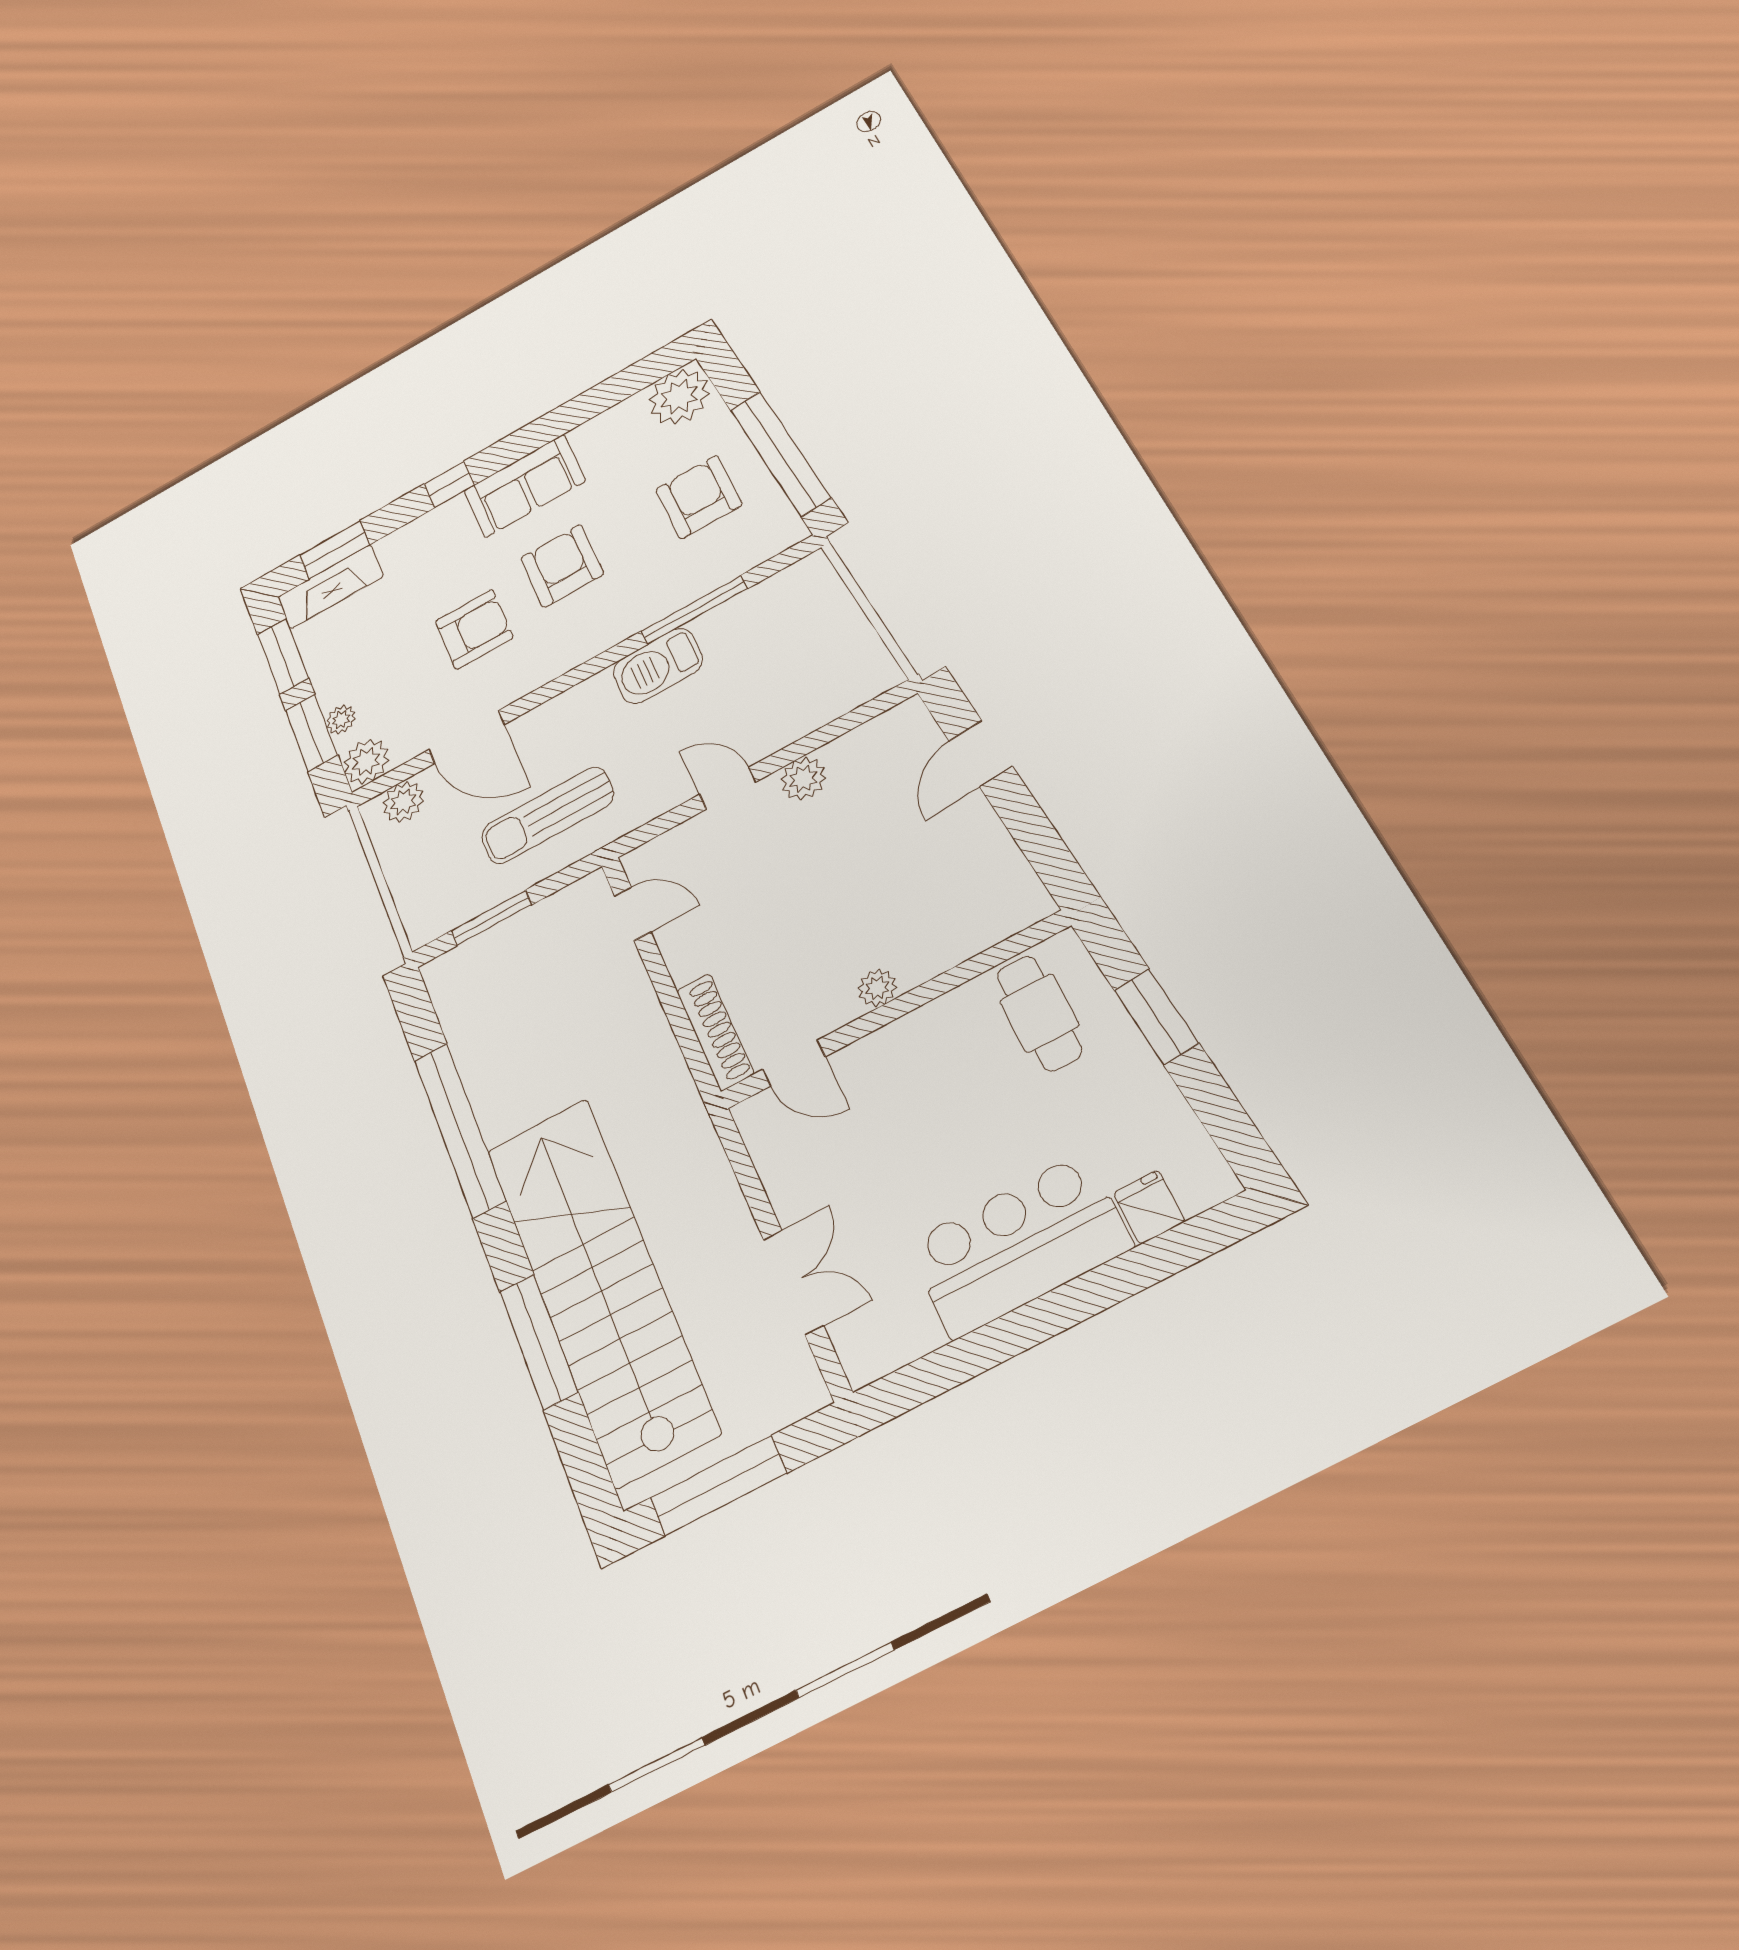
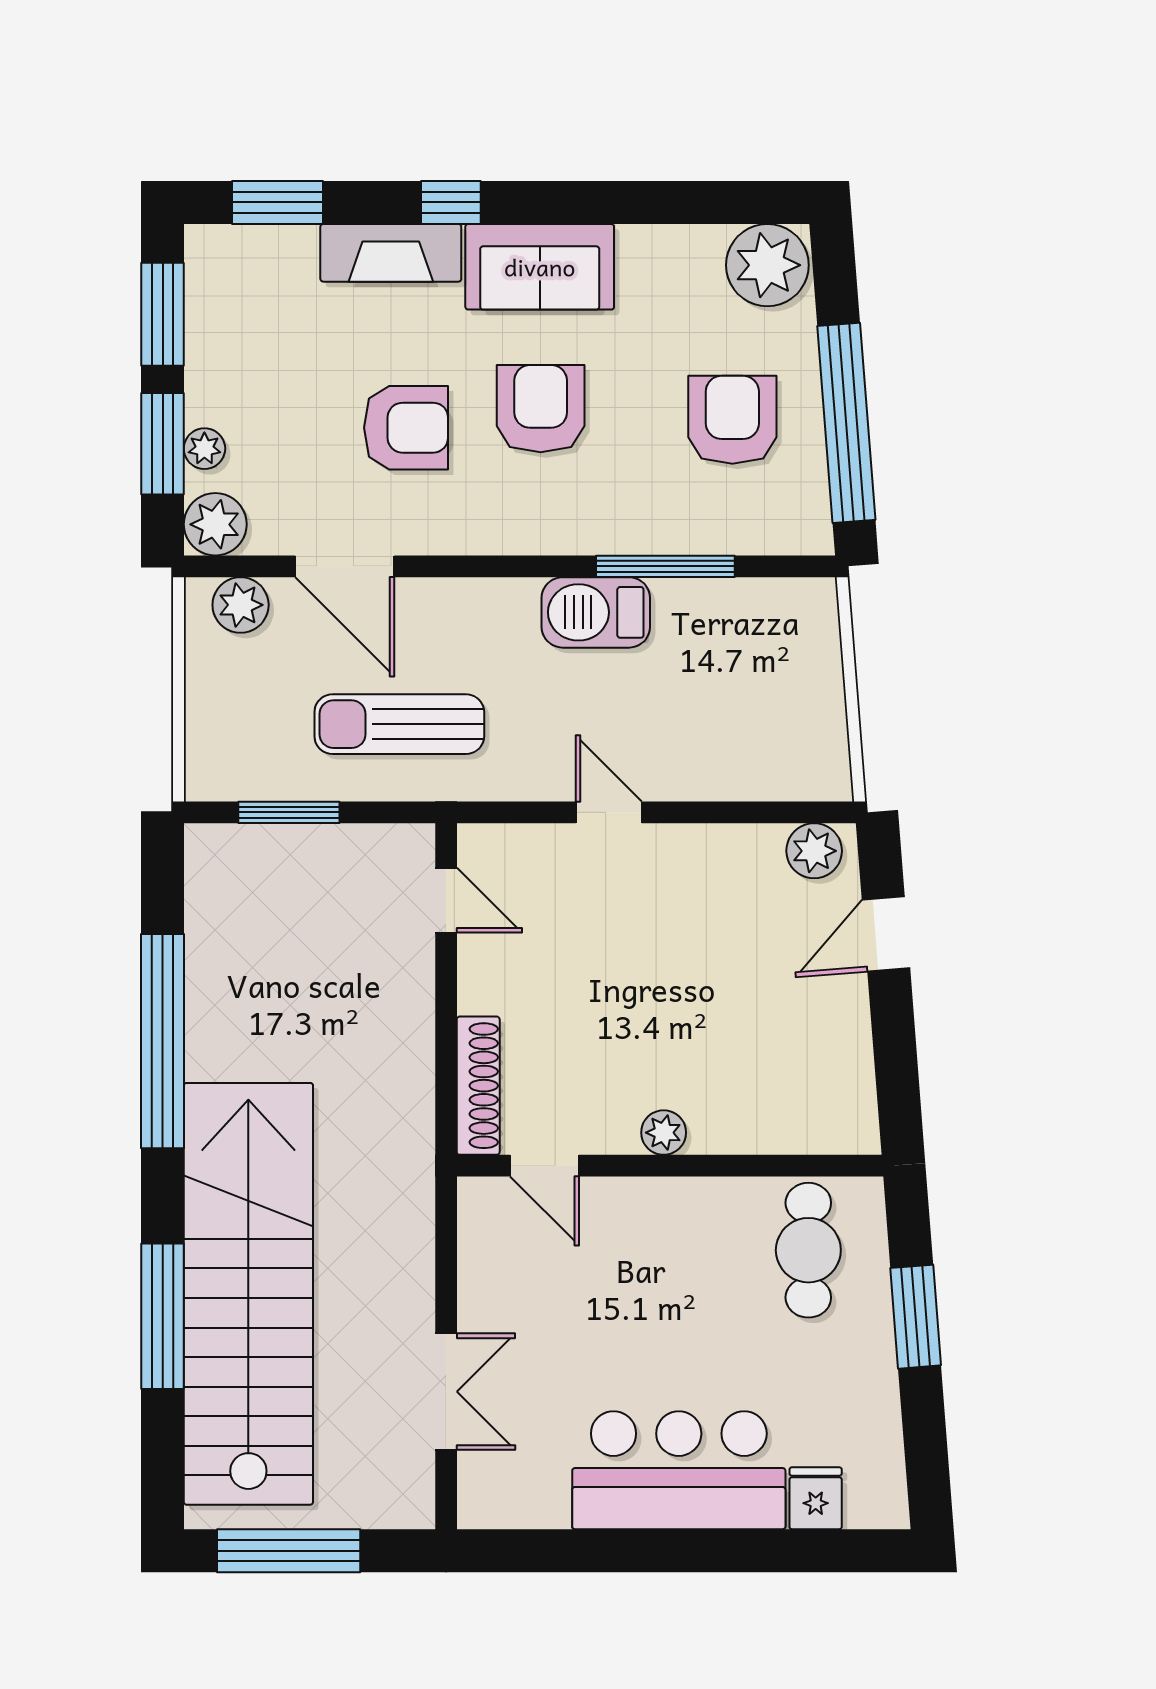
fireplace: (330, 587) -> (391, 253), moved
plant: (803, 779) -> (814, 851), moved

